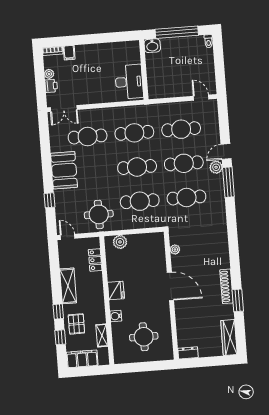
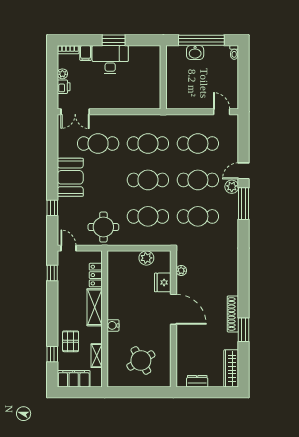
window: (95, 39) -> (114, 40), added
washbasin: (152, 46) -> (195, 53), moved
desk: (129, 82) -> (110, 59), moved, turned -90
plant: (120, 242) -> (146, 258), moved
shelving: (68, 286) -> (95, 307), moved
fridge: (116, 290) -> (163, 282), moved, turned 180
window: (58, 312) -> (52, 273), moved
water cooler: (116, 316) -> (113, 325), moved
round table: (144, 337) -> (141, 360), turned -30
dresser: (188, 353) -> (197, 381), moved

